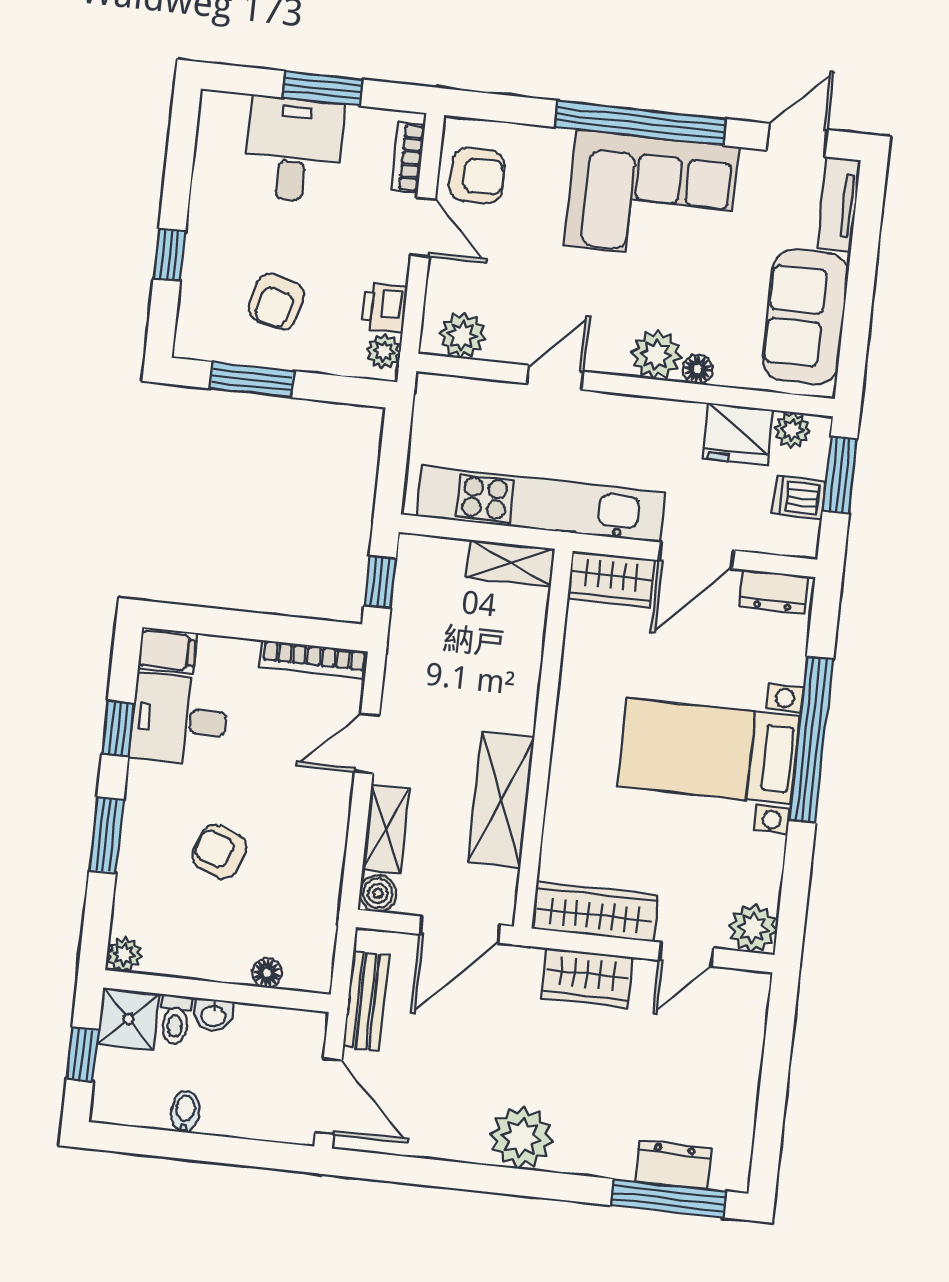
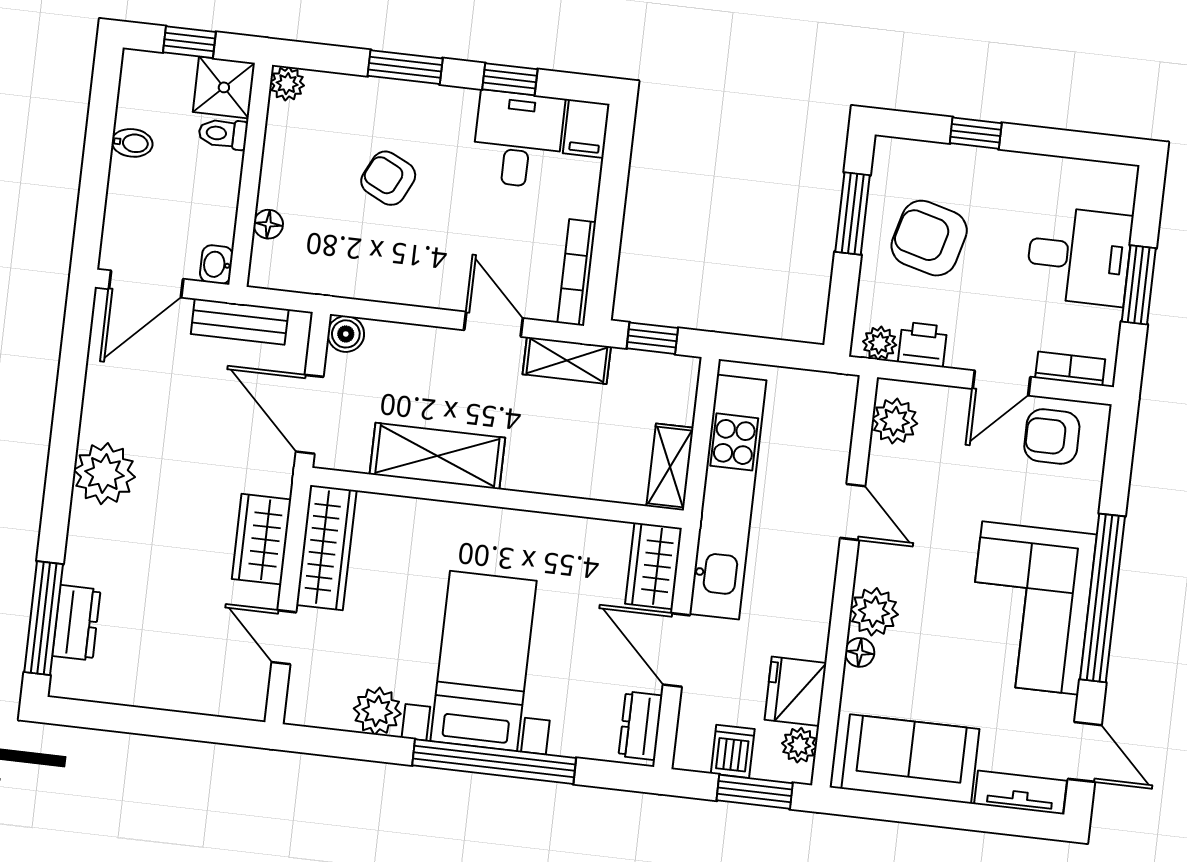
armchair: (477, 176) -> (1052, 437), turned 90
armchair: (276, 302) -> (929, 238), width x1.38, depth x1.38
shelving: (386, 829) -> (567, 360), moved
armchair: (219, 851) -> (388, 178), turned -85
plant: (753, 928) -> (377, 711), moved
washbasin: (213, 1015) -> (216, 265), moved

